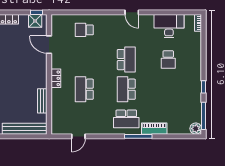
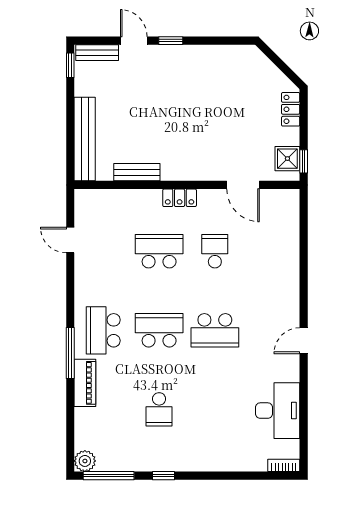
school desk: (84, 30) -> (215, 251), moved
door: (49, 45) -> (243, 185), swing flipped
school desk: (168, 60) -> (159, 409), moved, turned -90

